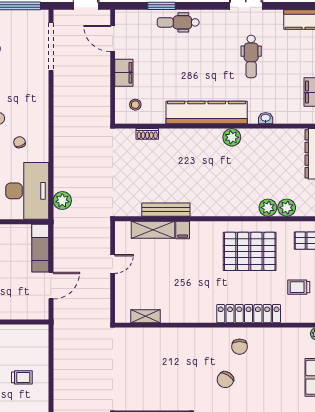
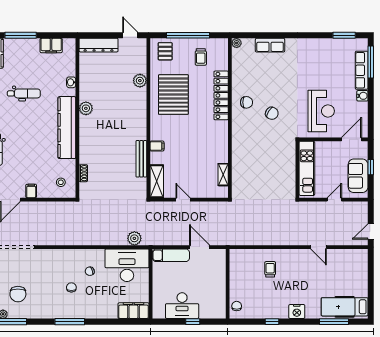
filing cabinet: (124, 73) -> (31, 191), width x0.50
plant: (287, 208) -> (140, 66), removed
shelving: (153, 230) -> (157, 181), moved

